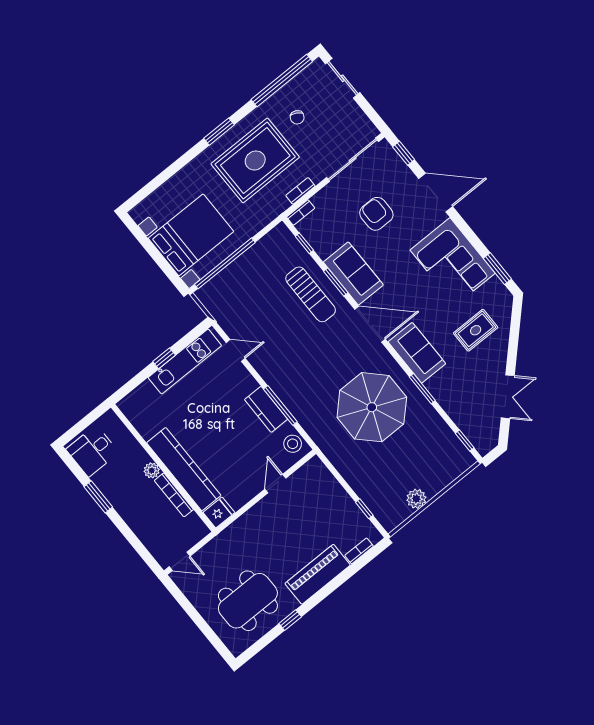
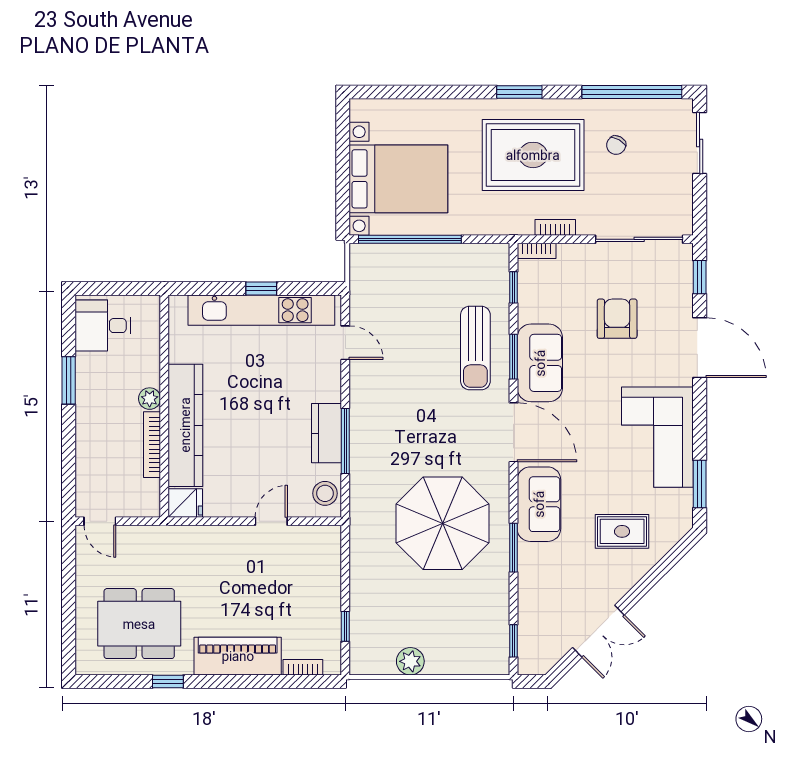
kitchen unit: (185, 361) -> (261, 310), width x1.36

